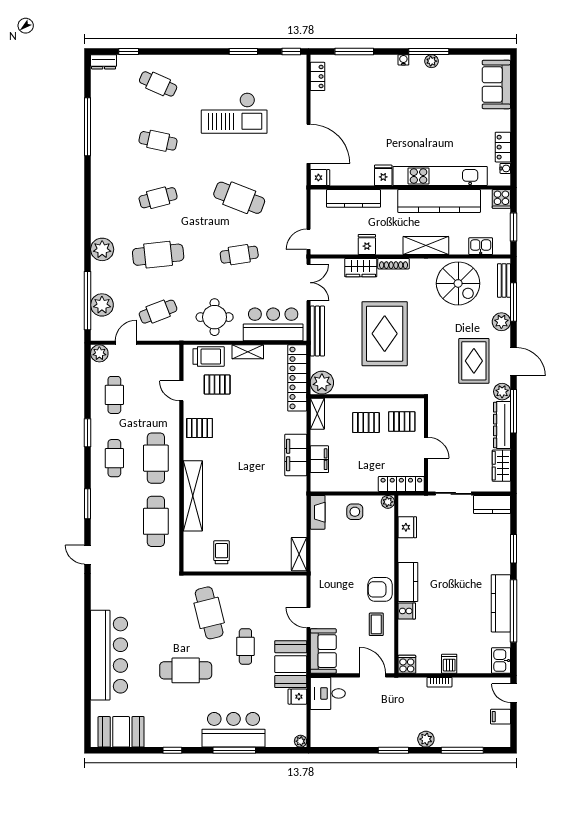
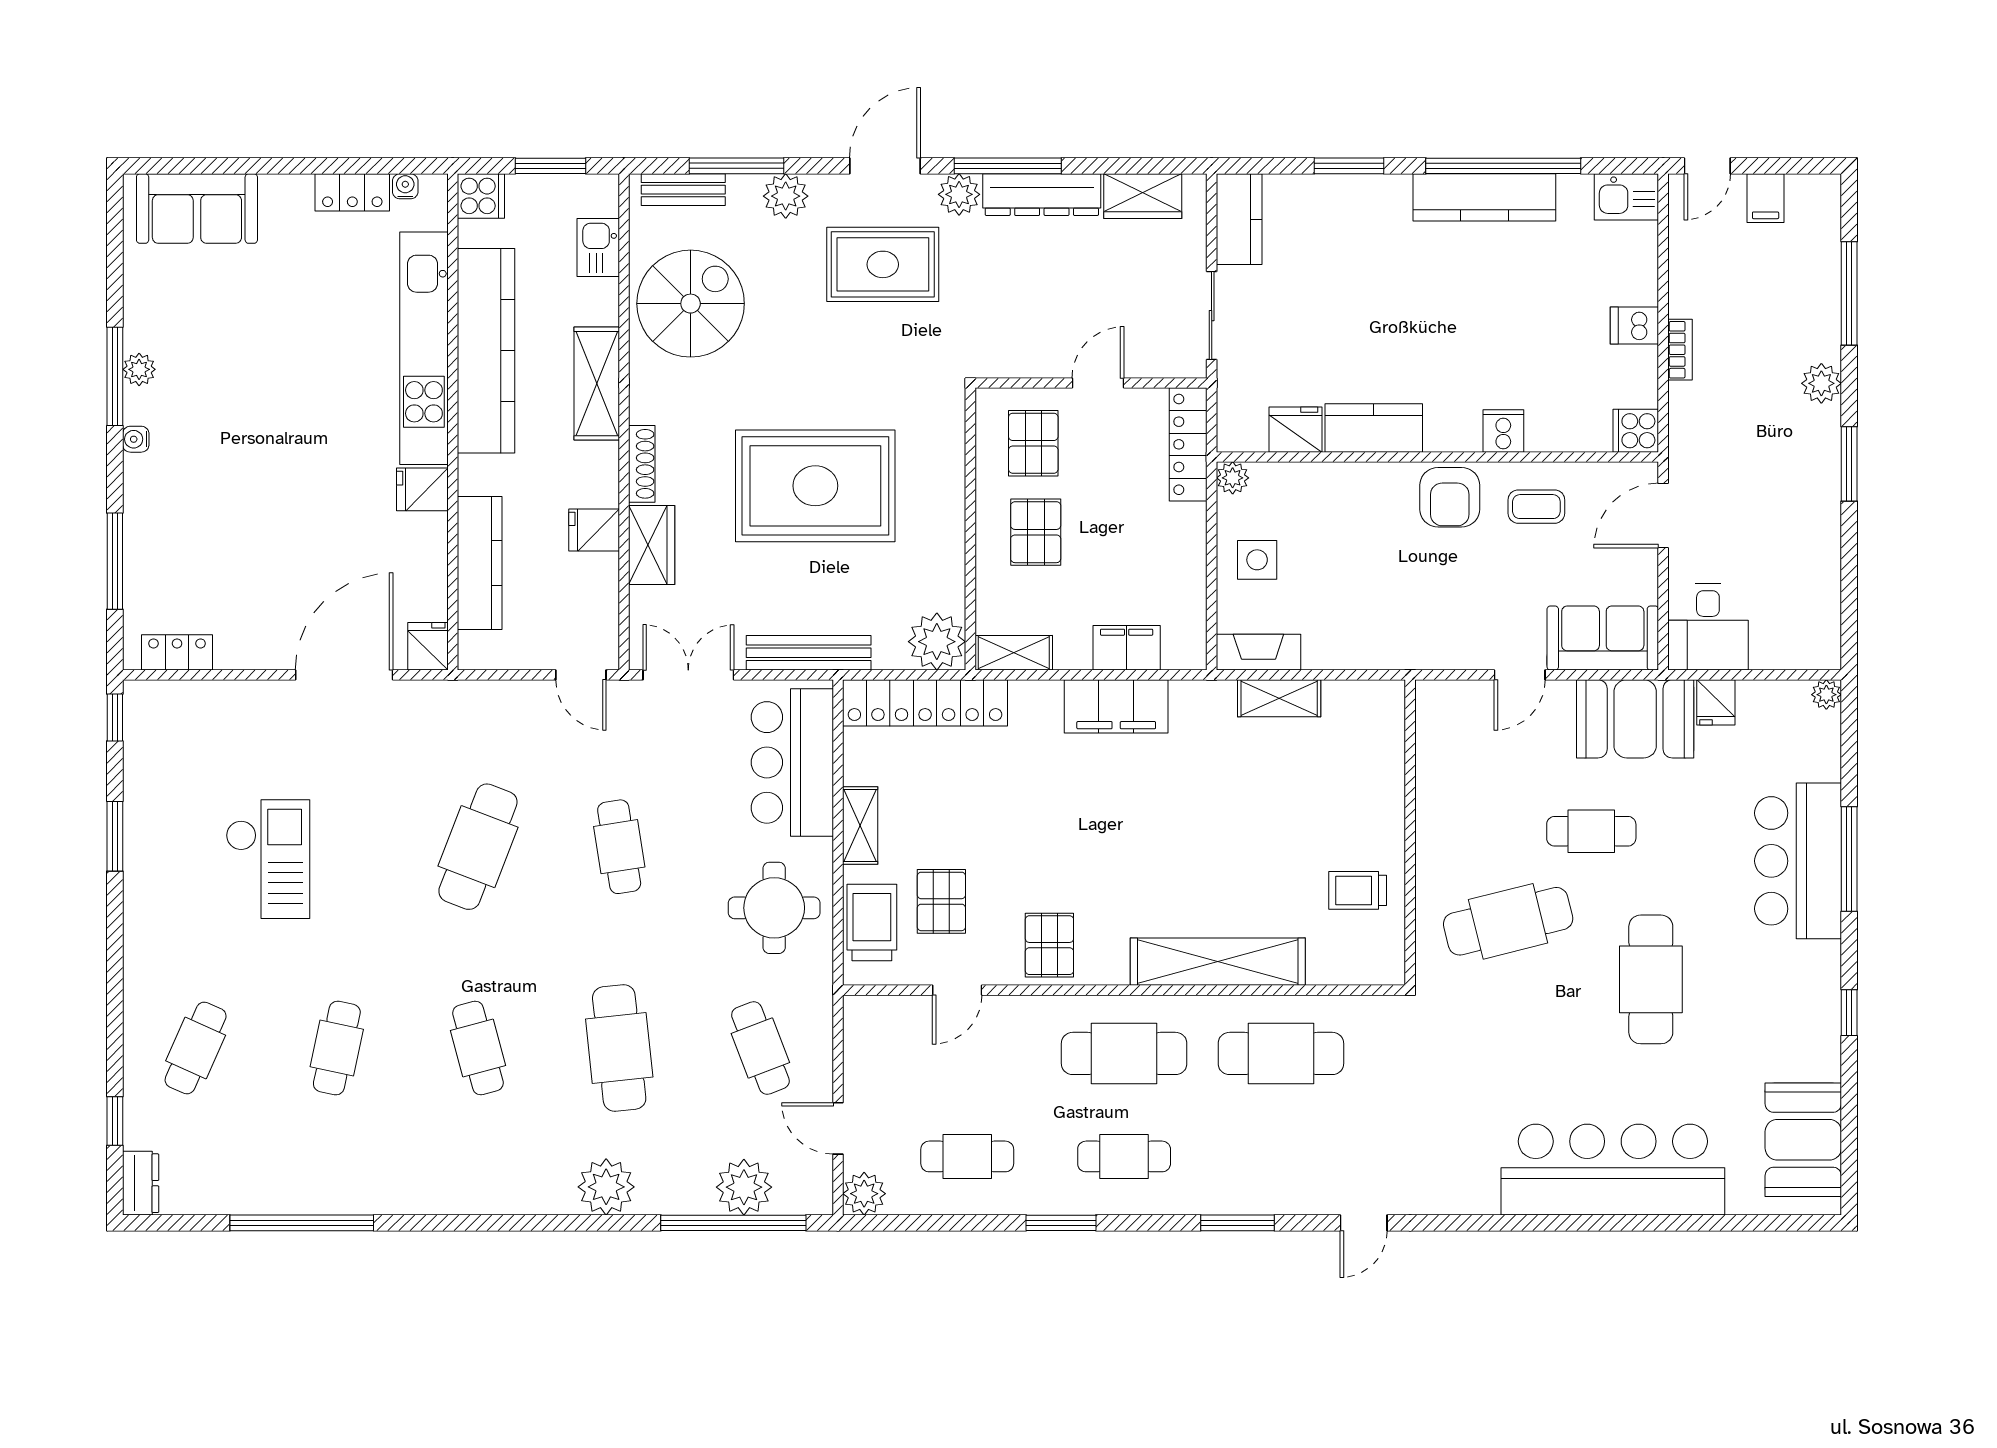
checkout: (234, 113) -> (268, 859), width x0.73, depth x0.83
shelving: (299, 554) -> (1279, 698), moved
kitchen counter: (408, 582) -> (1374, 428), moved

